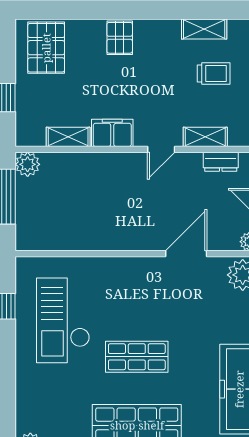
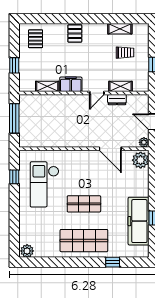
pallet: (46, 48) -> (36, 39), width x0.67, depth x0.71
dresser: (221, 162) -> (117, 100), moved
plant: (28, 164) -> (26, 101), removed
door: (186, 254) -> (110, 149), swing flipped

